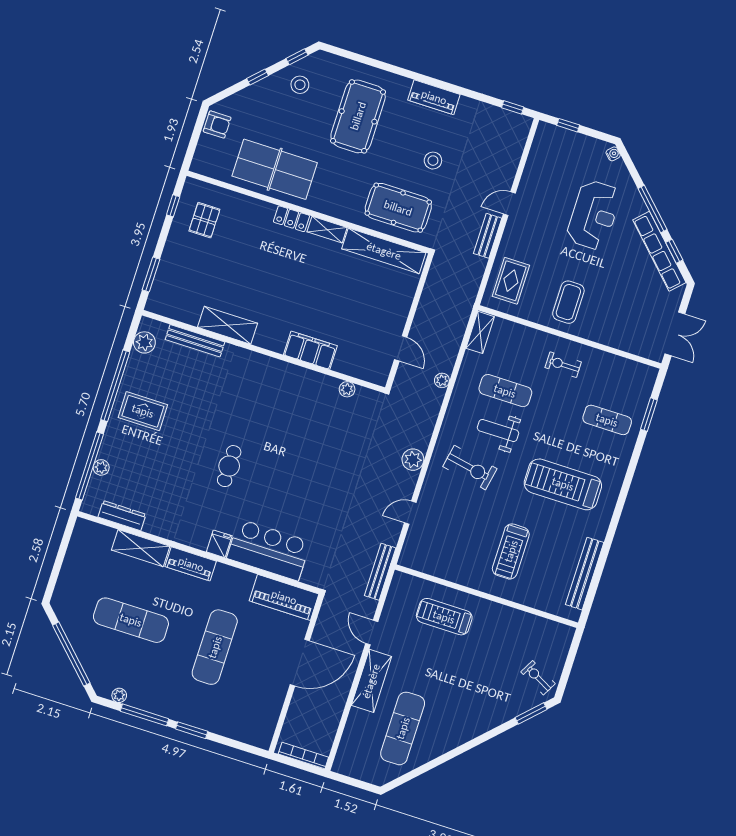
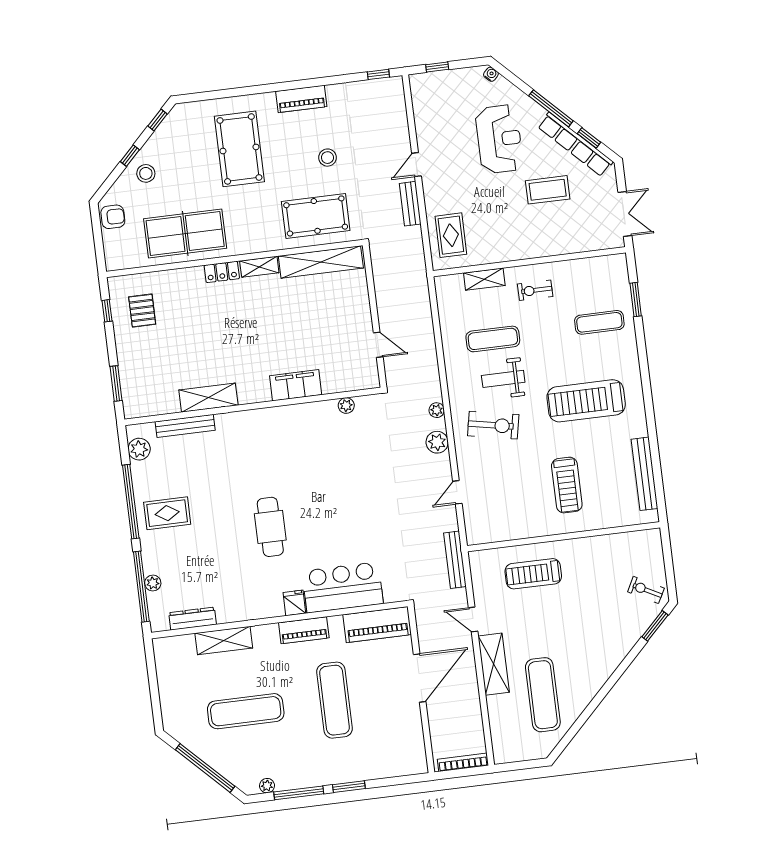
stool: (300, 85) -> (146, 173), moved
coffee table: (568, 302) -> (548, 190), moved, turned 90
shelving: (480, 332) -> (484, 279), moved, turned 90
plant: (442, 380) -> (437, 410), moved
cafe table: (229, 466) -> (270, 527), width x1.37, depth x1.35
piano: (191, 564) -> (304, 630), moved

